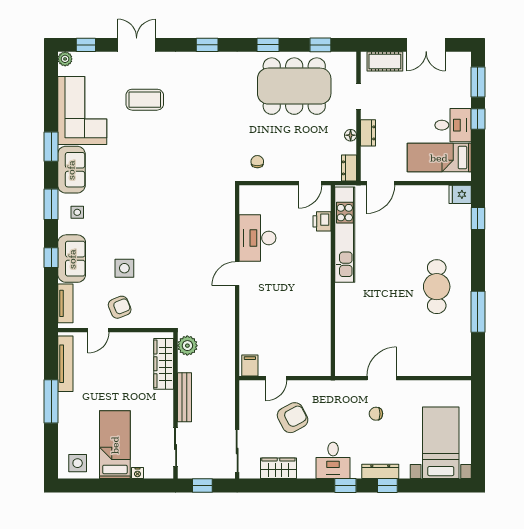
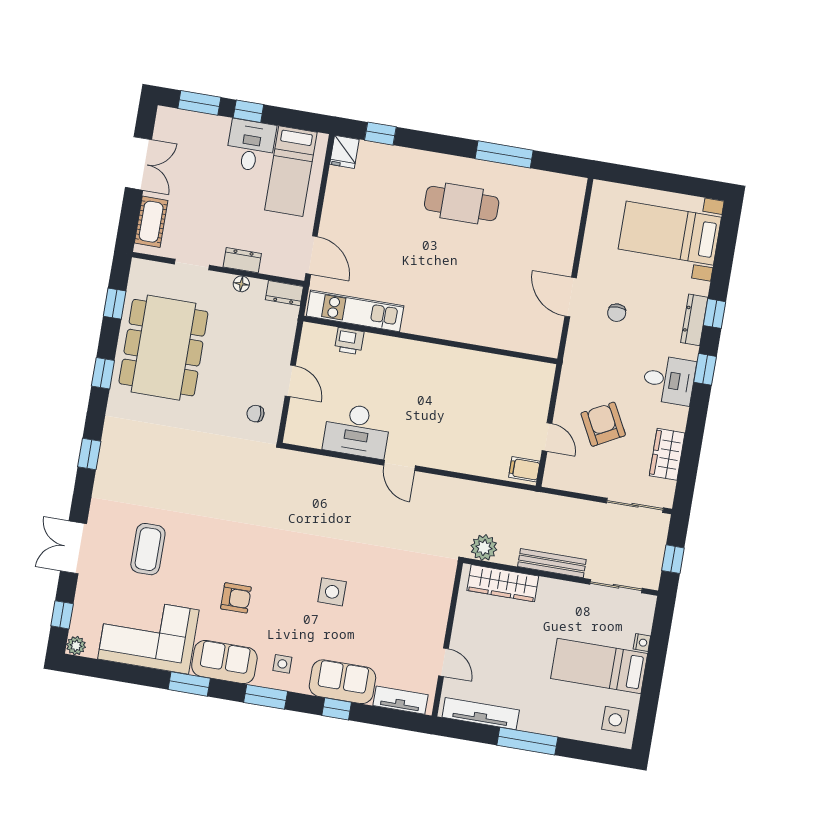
door: (310, 183) -> (290, 381), moved
kitchen unit: (345, 235) -> (355, 311), width x0.73
side table: (124, 268) -> (332, 592), moved
armchair: (120, 307) -> (236, 598), moved, turned 112

